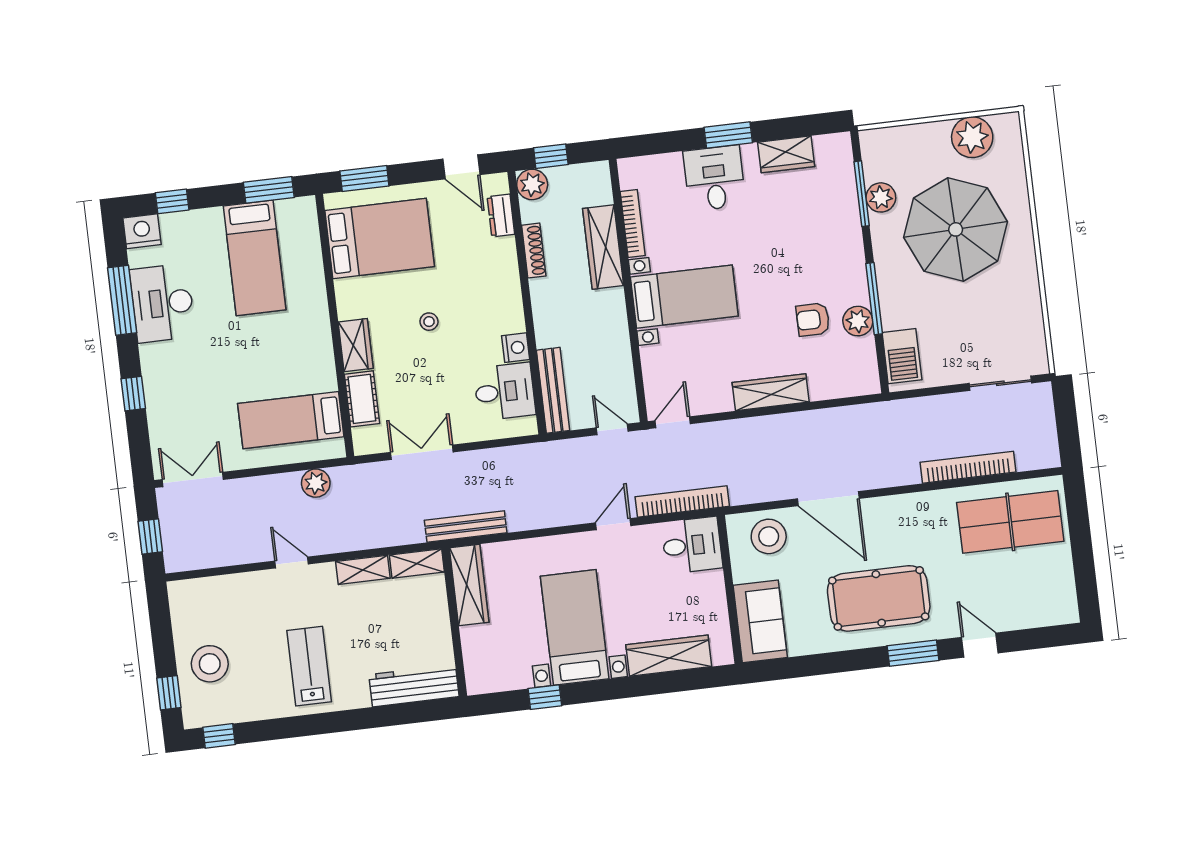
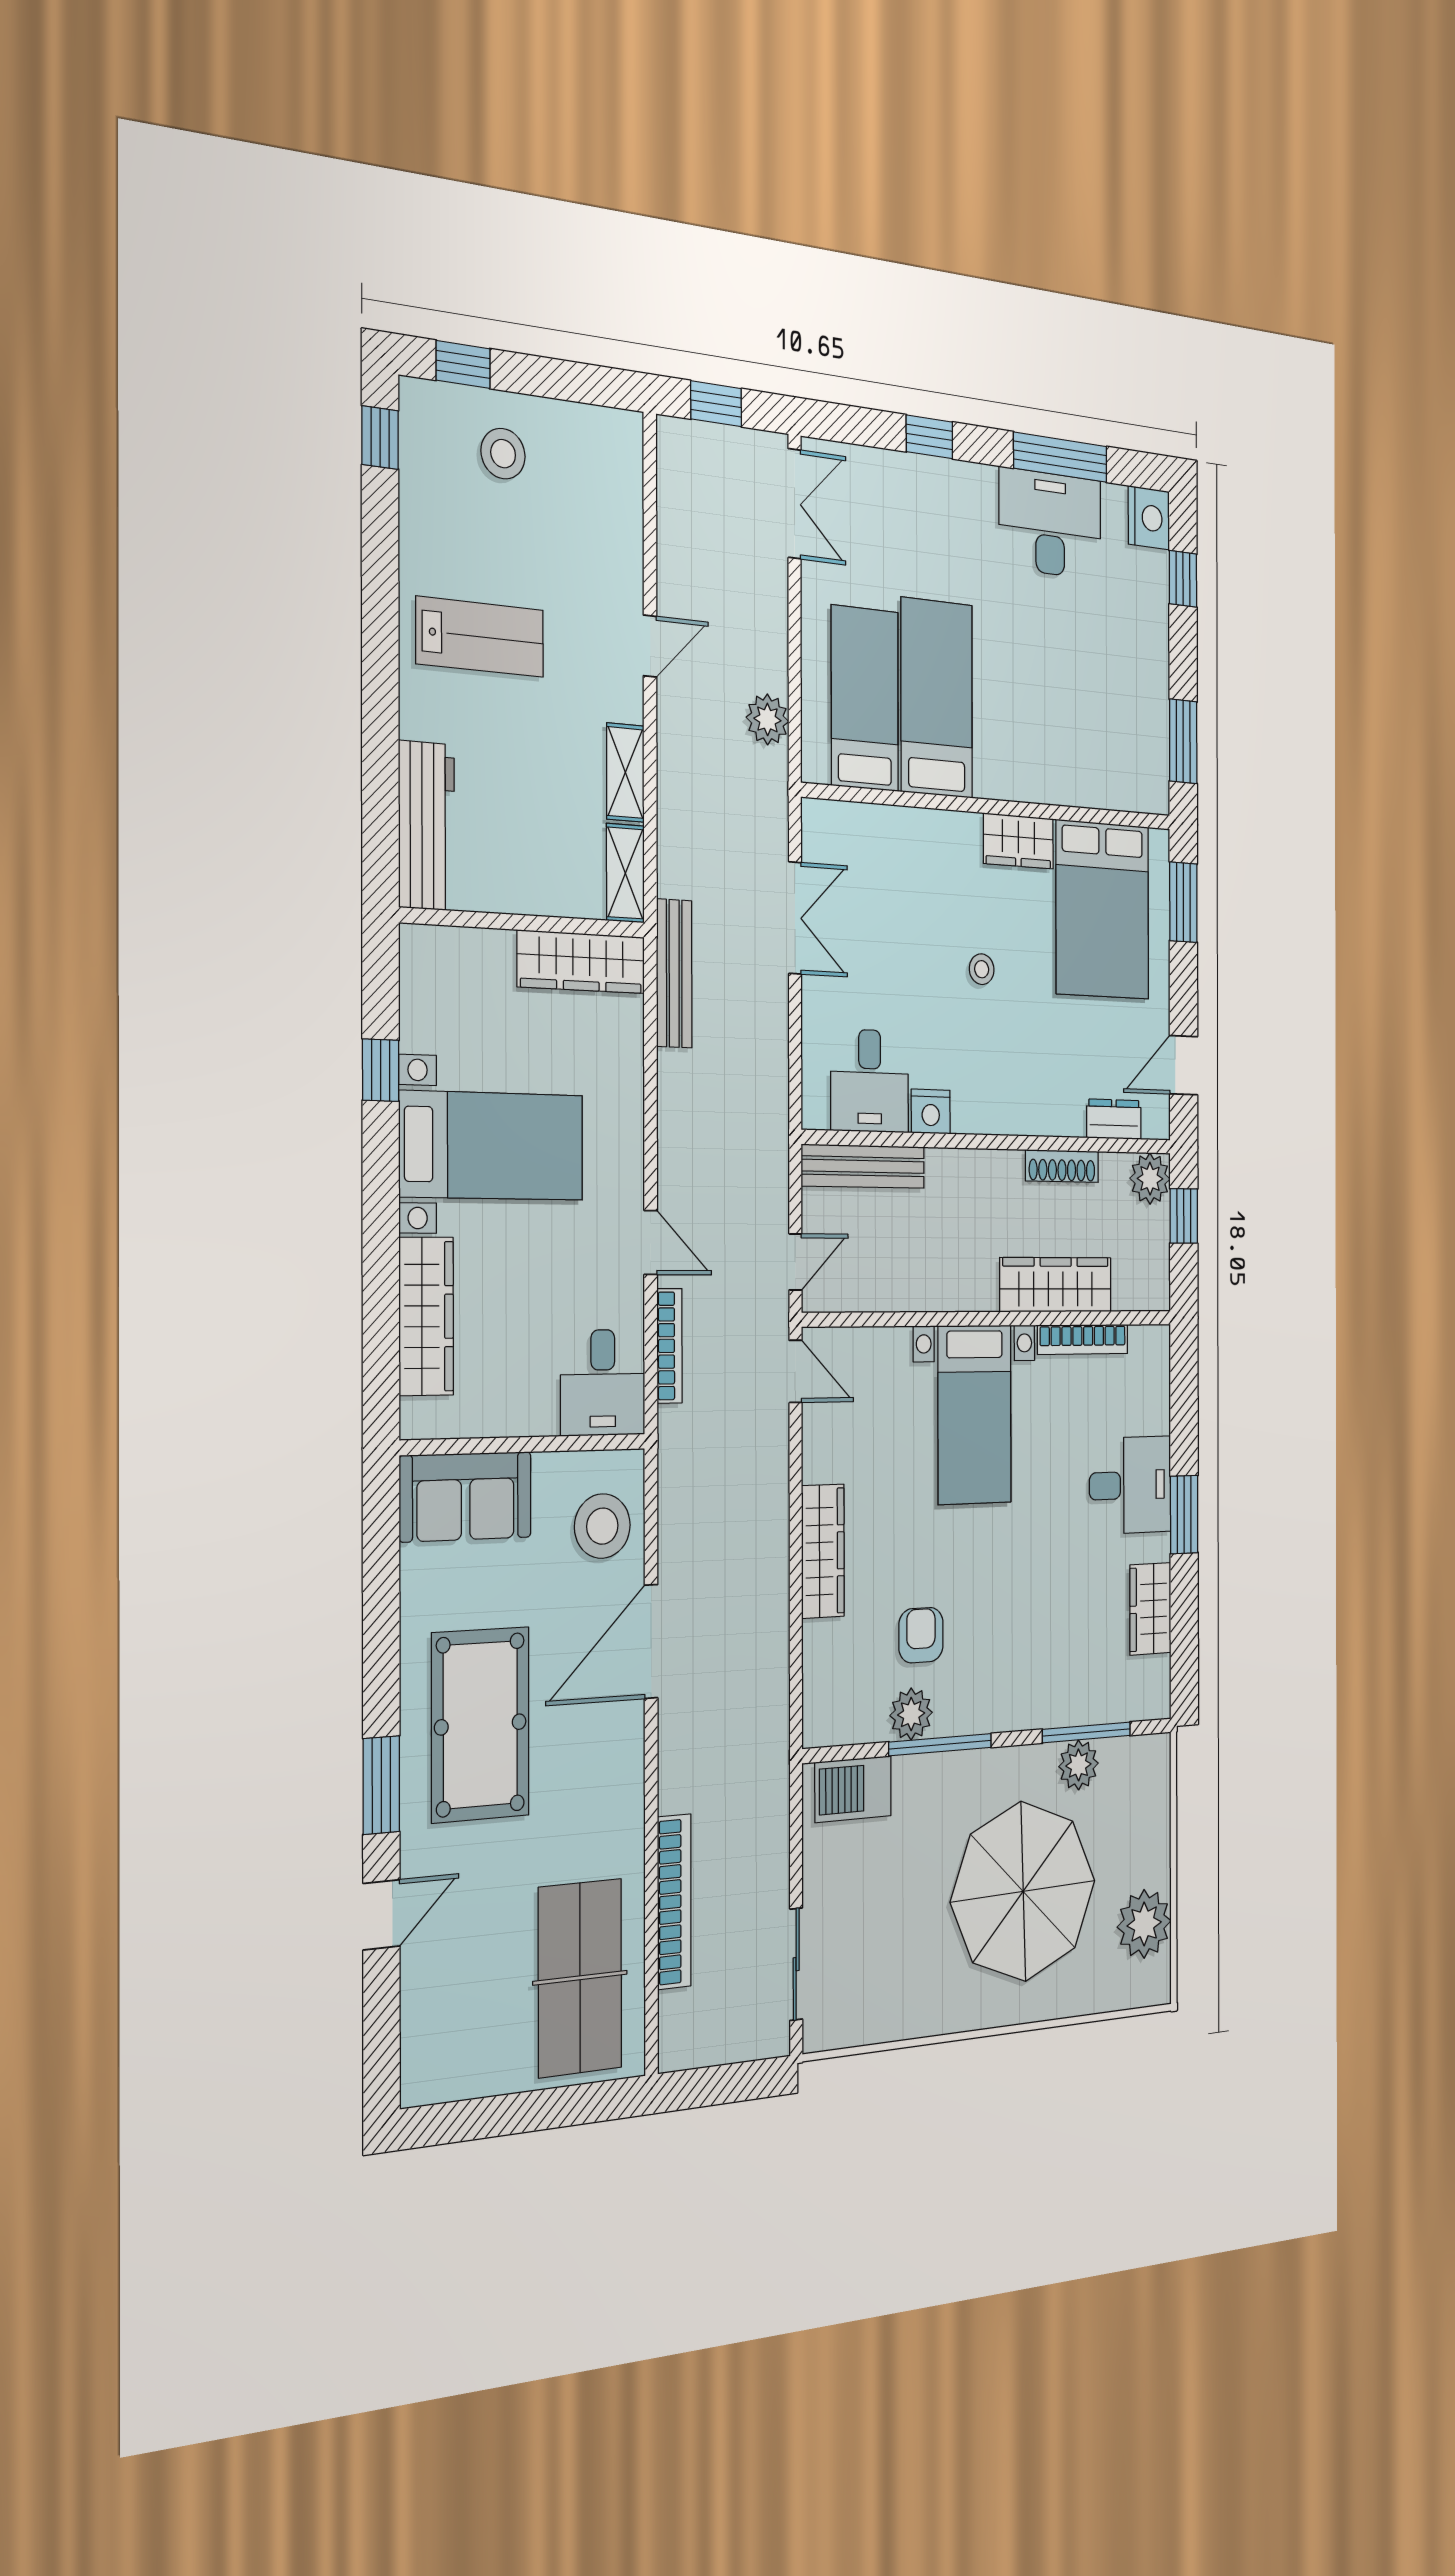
bed: (255, 258) -> (937, 698), moved, turned 90
wardrobe: (356, 345) -> (1018, 841), moved
cot: (362, 399) -> (883, 830), removed
bookcase: (682, 501) -> (669, 1346), width x0.68, depth x0.76
stool: (210, 664) -> (503, 454), width x0.73, depth x0.73

